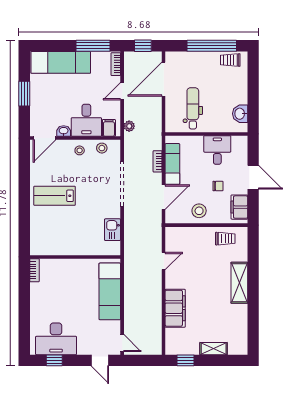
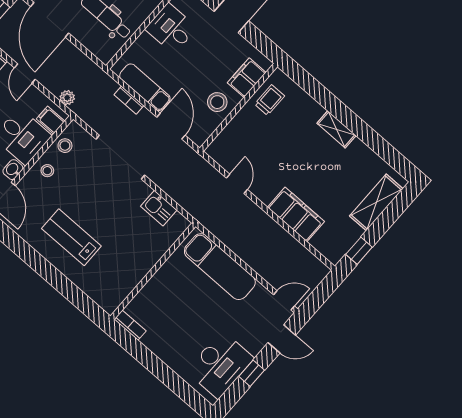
chair: (218, 186) -> (209, 60), removed
lab bench: (55, 196) -> (71, 237), turned 90
filing cabinet: (239, 207) -> (247, 78), moved, turned 90
shelving: (239, 283) -> (337, 129), width x0.67, depth x0.75
shelving: (214, 349) -> (376, 202), width x1.50, depth x1.33
window: (54, 360) -> (252, 373), moved

